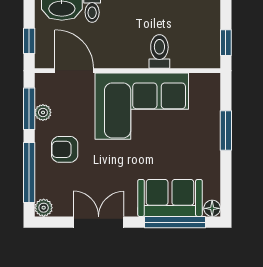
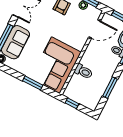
corner sofa: (142, 106) -> (56, 65), moved

